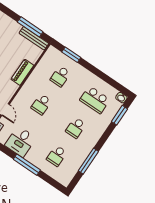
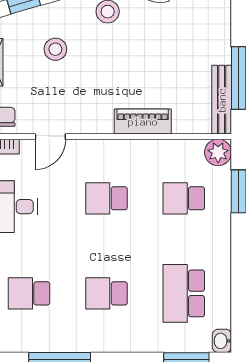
plant: (52, 53) -> (218, 152), added

